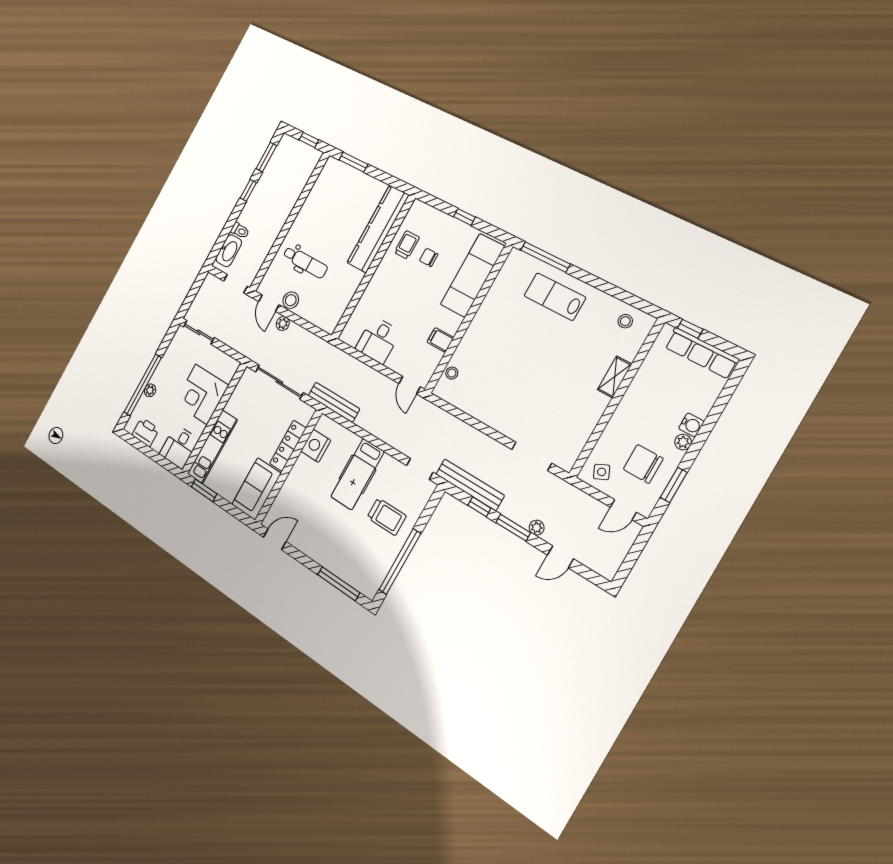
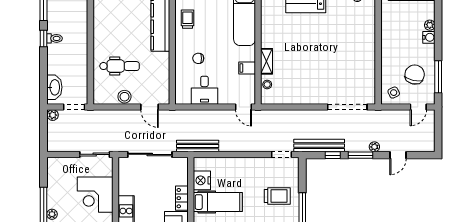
toilet: (240, 231) -> (54, 38), moved
chair: (429, 257) -> (198, 58), moved
door: (269, 303) -> (150, 107), moved
plant: (283, 324) -> (53, 115), moved
sliding door: (199, 332) -> (95, 154), moved
shelving: (615, 377) -> (266, 61), moved
plant: (683, 442) -> (430, 25), moved
locker: (288, 446) -> (182, 198), width x0.66
doorway: (532, 456) -> (347, 107), width x1.36
chair: (643, 464) -> (415, 74), turned 103
hospital bed: (357, 474) -> (218, 202), moved, turned -90
window: (674, 485) -> (438, 77), width x1.44

